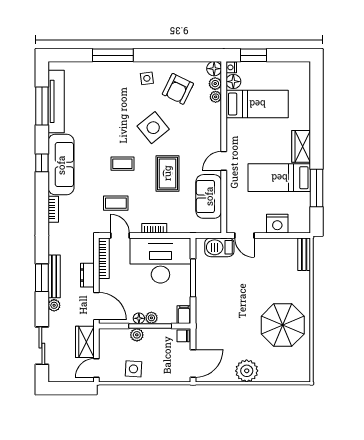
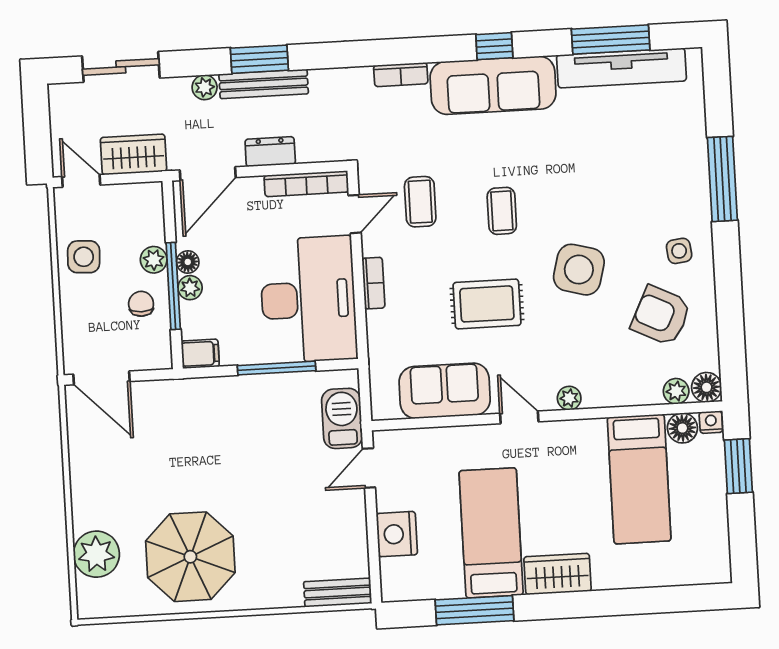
plant: (216, 97) -> (569, 398), moved
side table: (153, 128) -> (579, 270), turned -36
chair: (183, 336) -> (141, 304), moved
plant: (247, 371) -> (96, 554), moved

